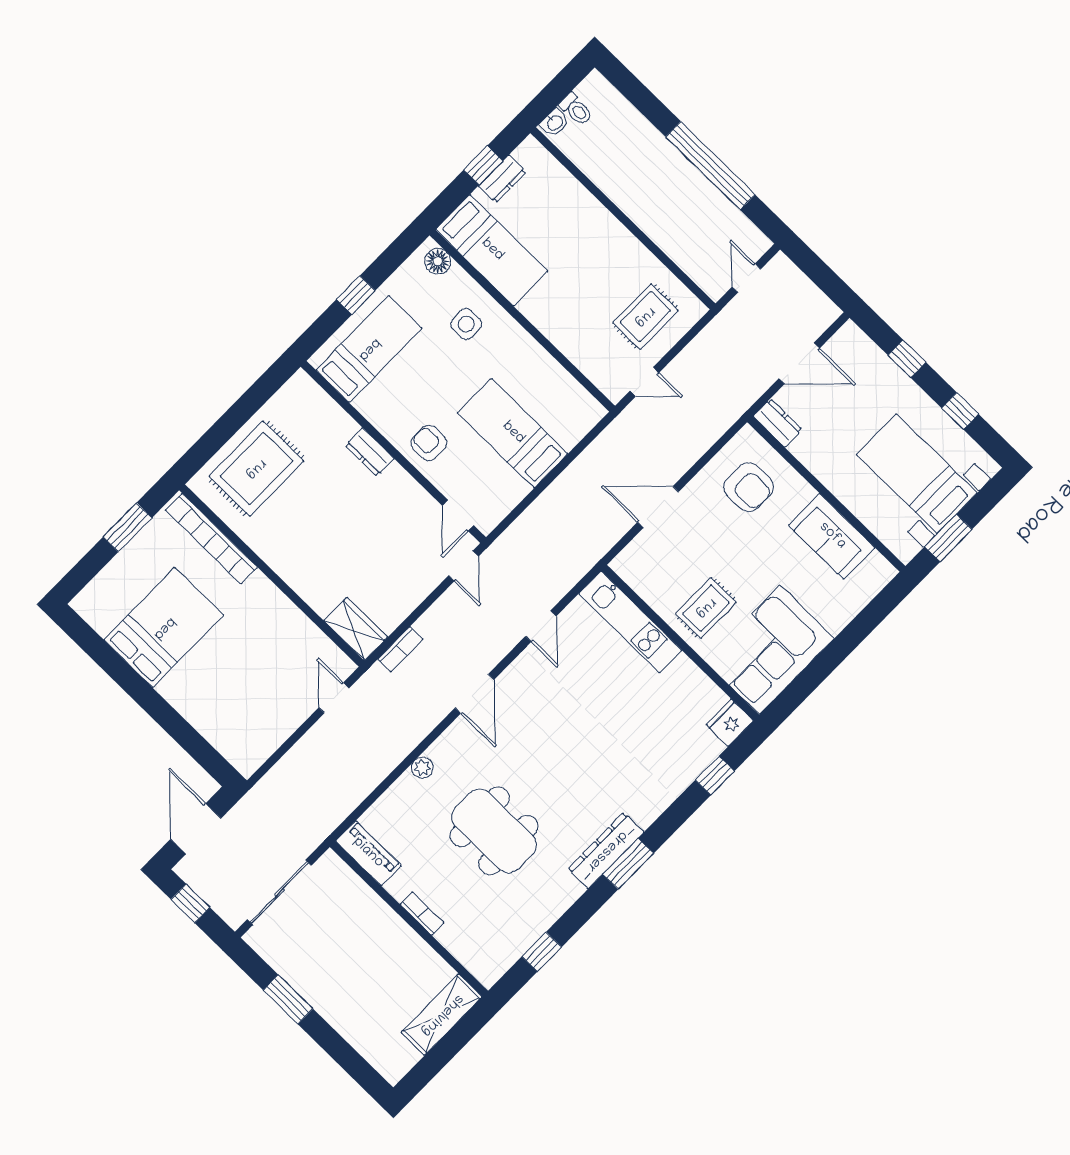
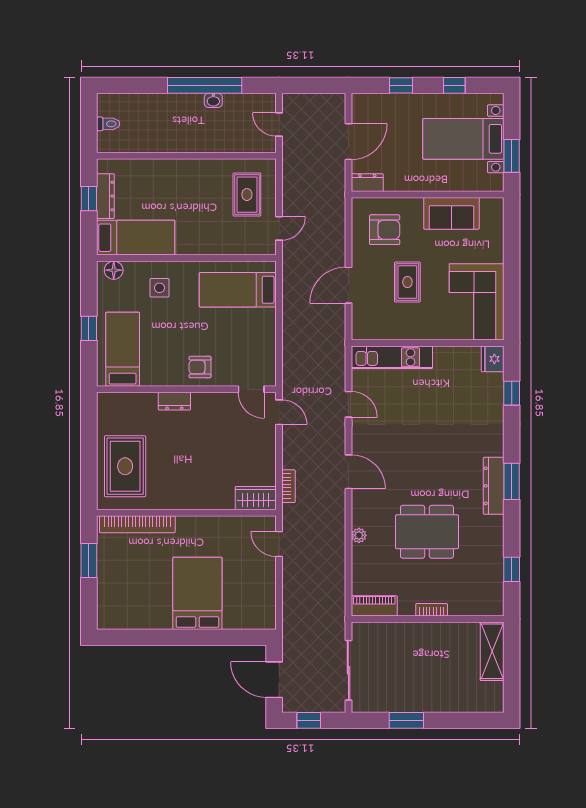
washbasin: (555, 123) -> (213, 100), moved, turned 90
dresser: (502, 179) -> (105, 196), width x1.44
bed: (513, 433) -> (238, 290), moved
rug: (706, 608) -> (407, 282), moved
bed: (164, 628) -> (197, 593), moved

